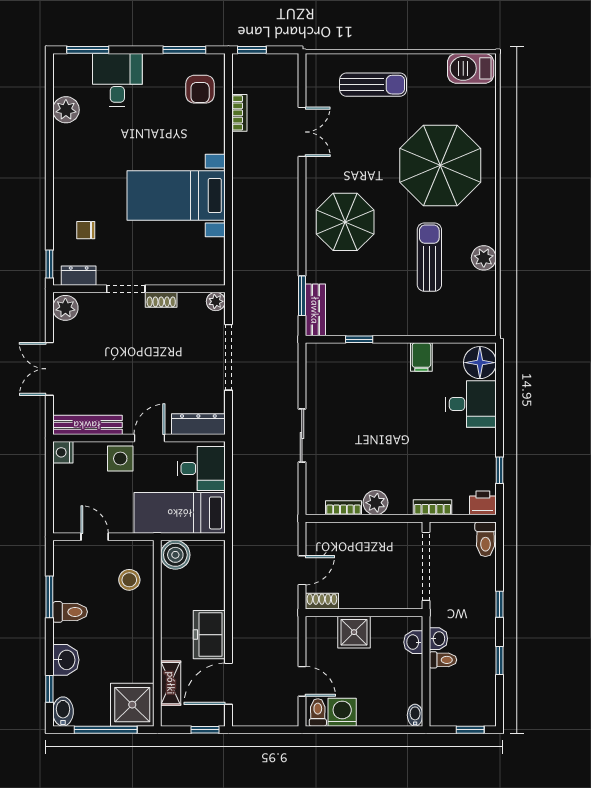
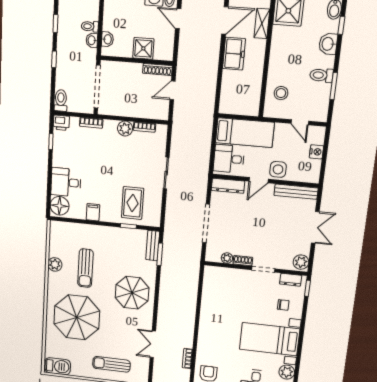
bed with nightstands: (176, 195) -> (270, 339), moved, turned 180
plant: (216, 301) -> (227, 258), moved
rug: (355, 380) -> (133, 203), added
nightstand: (63, 452) -> (316, 152), moved
boiler: (175, 555) -> (250, 107), removed
shoe rack: (322, 601) -> (157, 69), width x1.43

